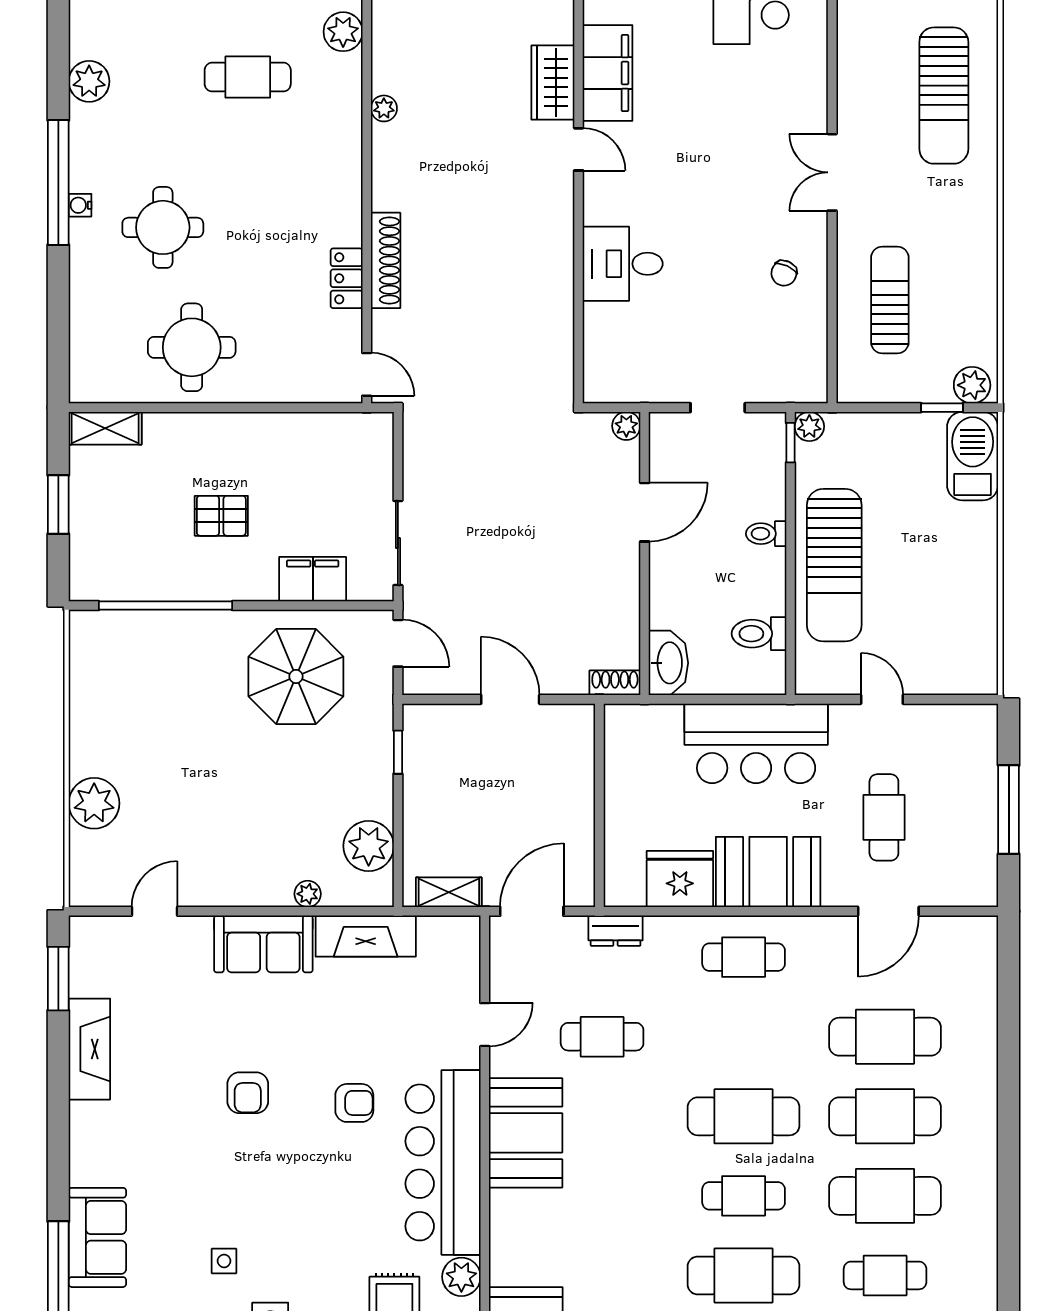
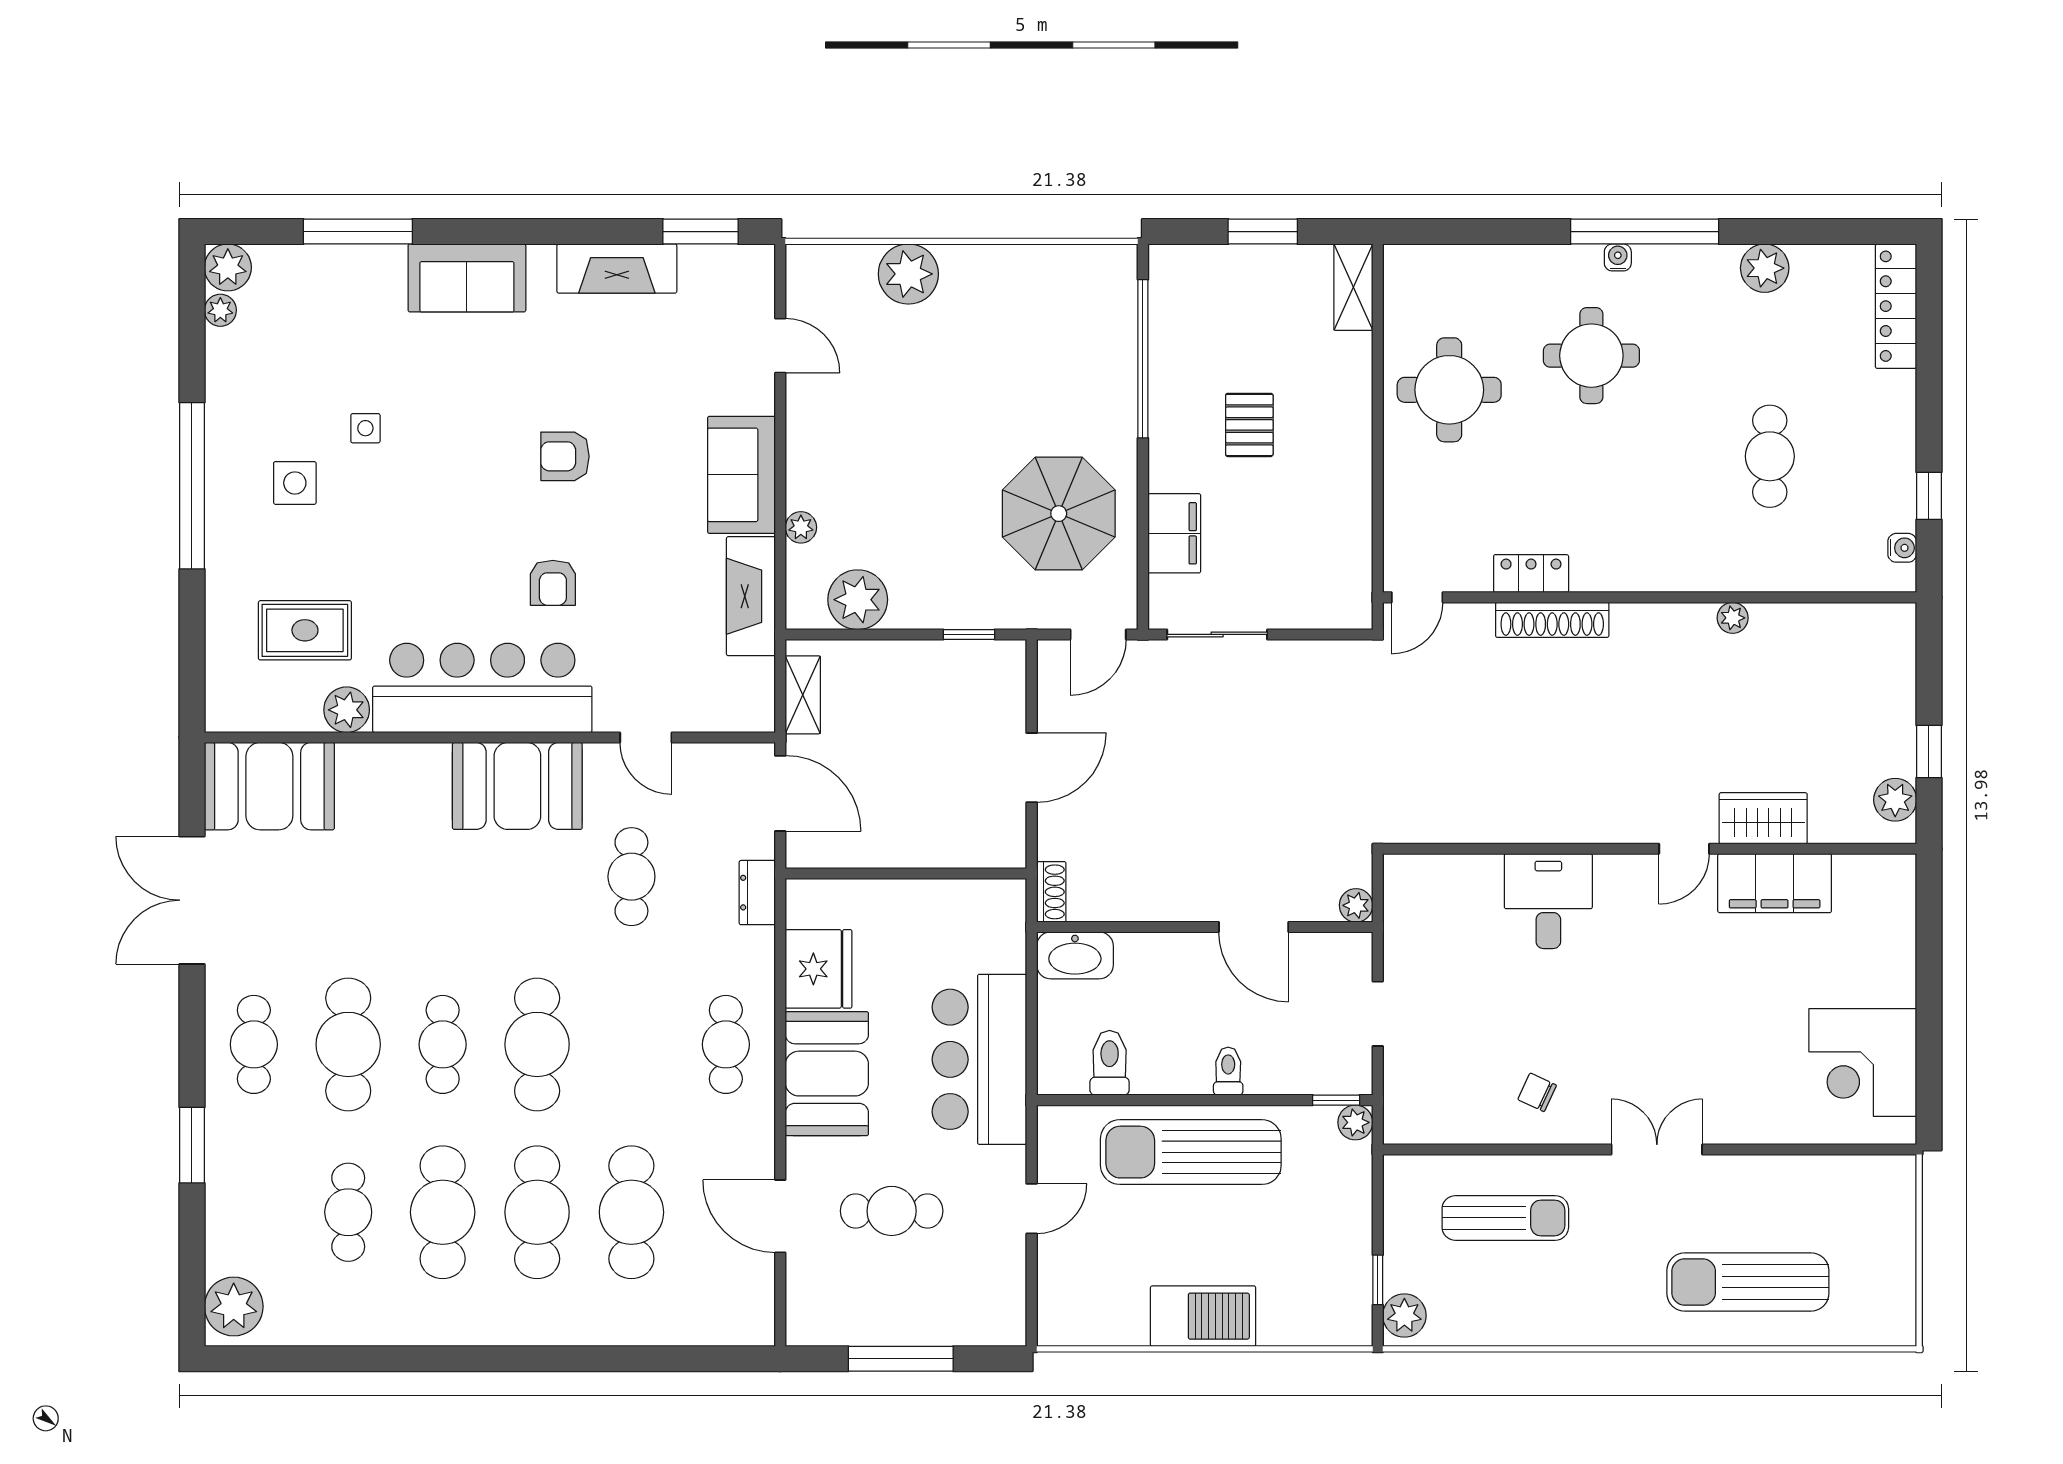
plant: (343, 32) -> (1824, 569), removed
barbecue: (973, 456) -> (1203, 1316), moved
sofa: (97, 1237) -> (467, 278), moved

